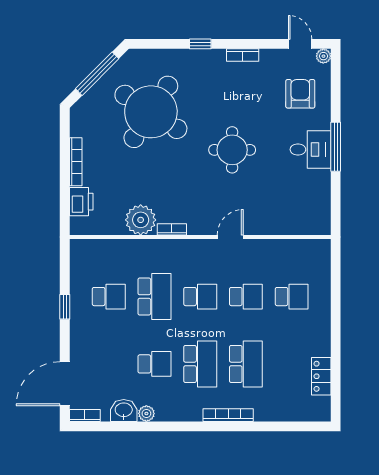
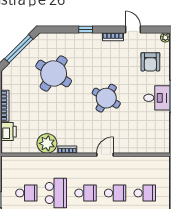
door: (300, 44) -> (133, 30), moved
armchair: (300, 94) -> (150, 62), turned 180
round table: (151, 112) -> (54, 74), width x0.73, depth x0.73
round table: (232, 150) -> (106, 98), turned 31

